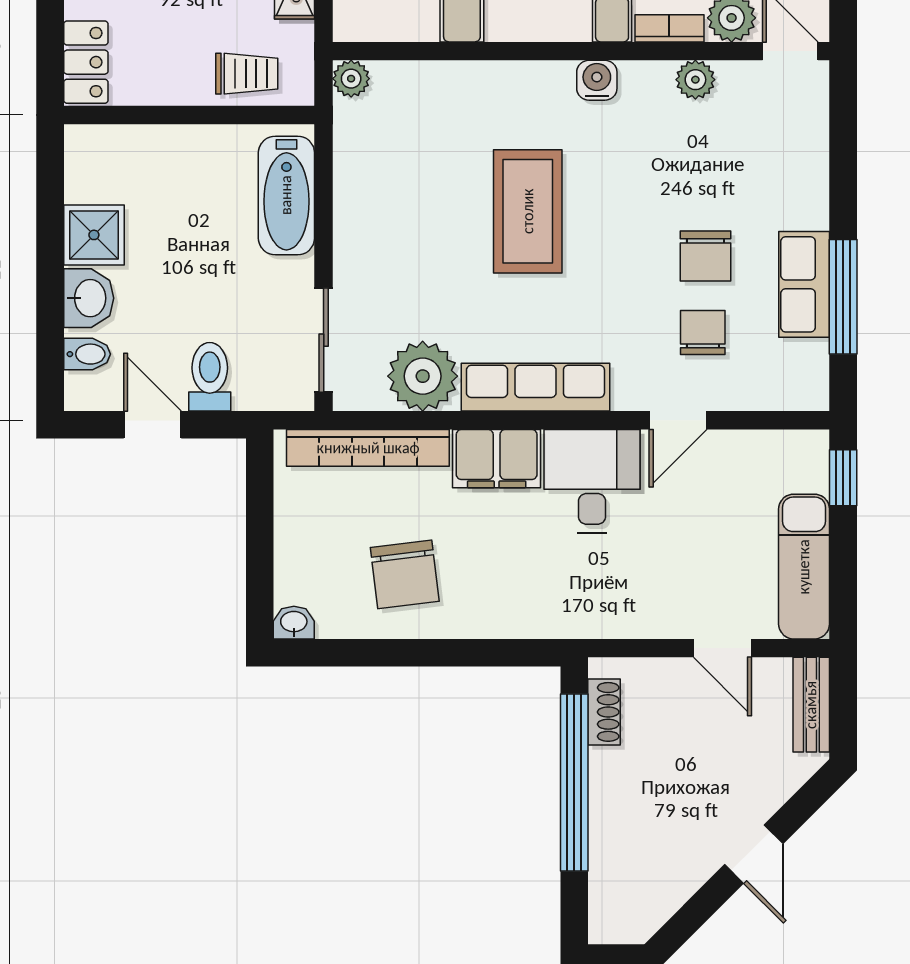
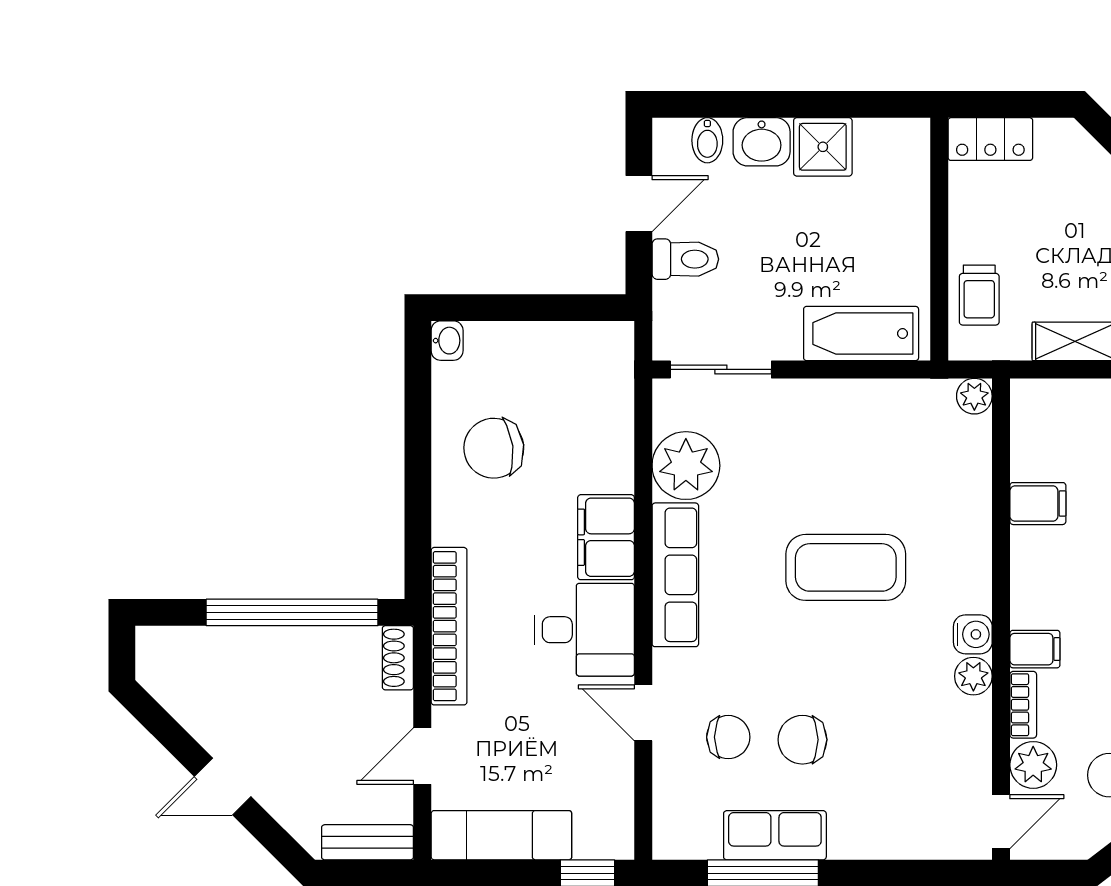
plant: (695, 80) -> (973, 676), moved
bookcase: (368, 448) -> (449, 626), moved, turned 180
shoe rack: (604, 712) -> (398, 658), moved, turned 90

